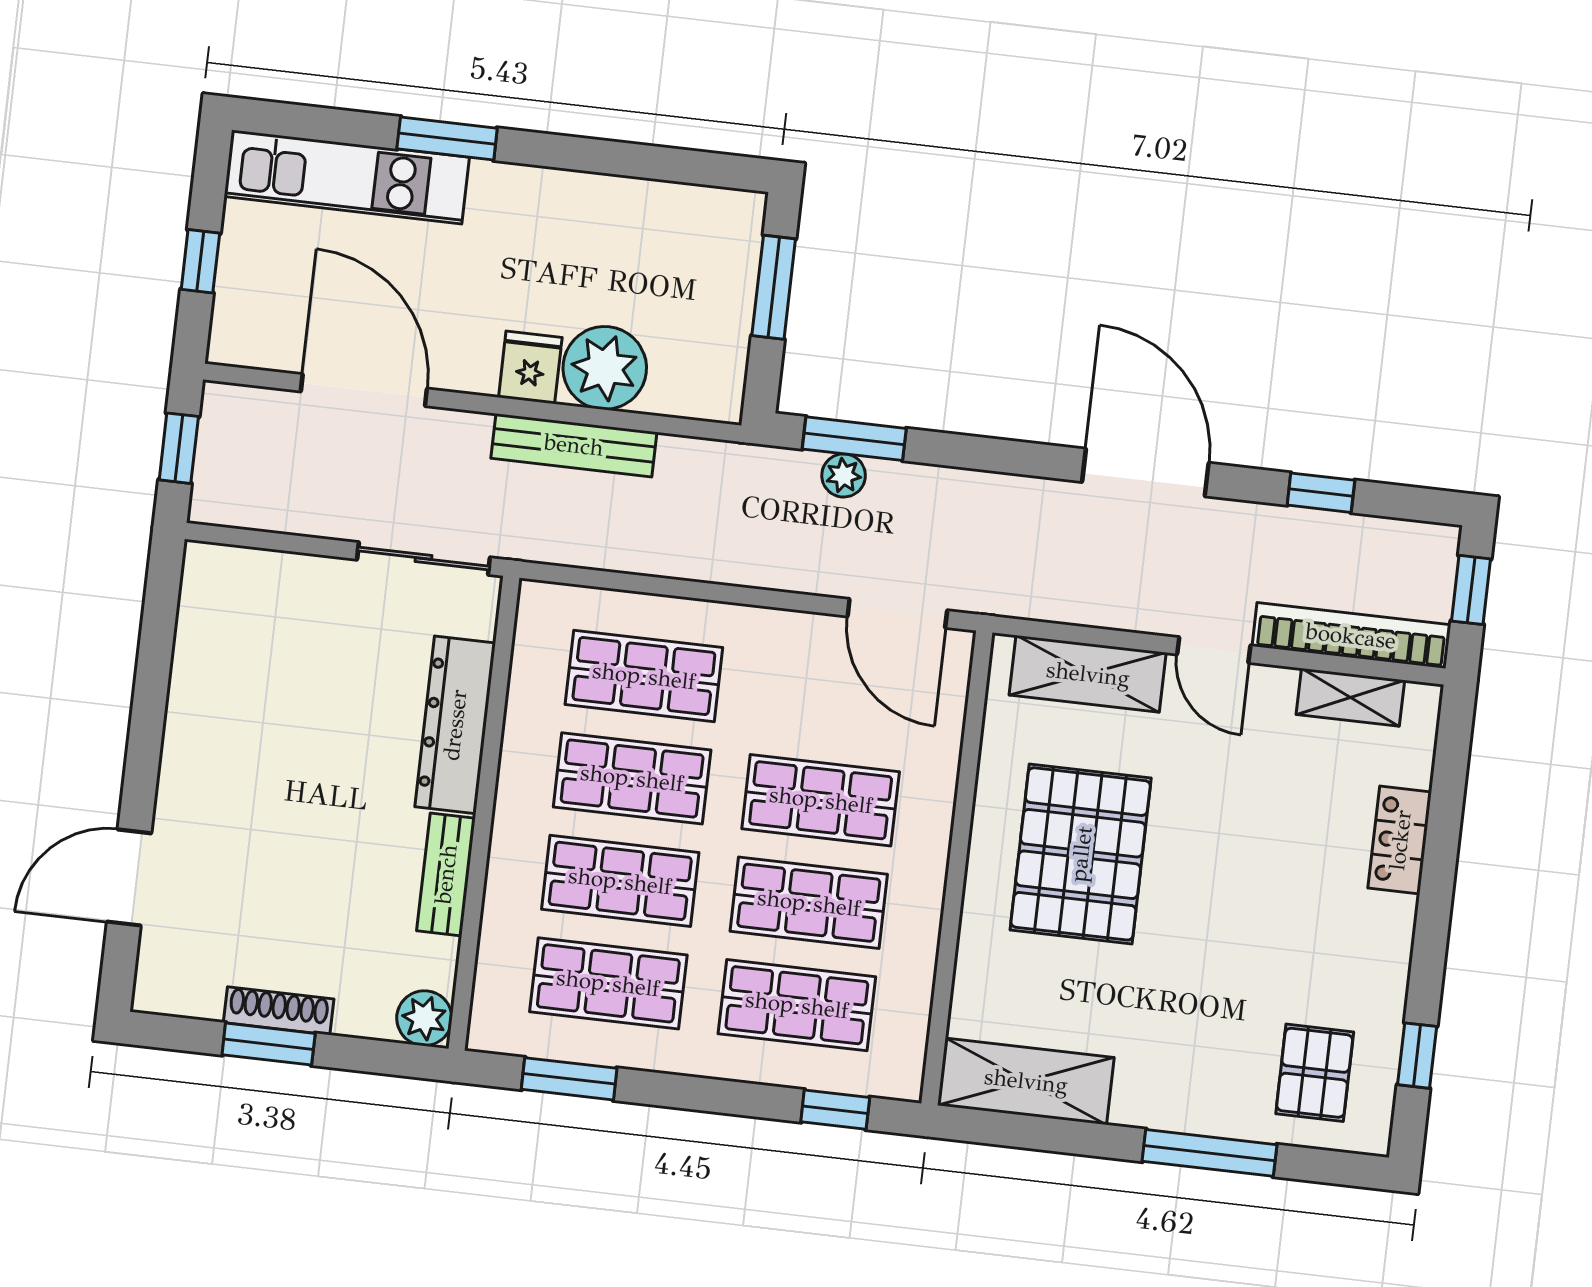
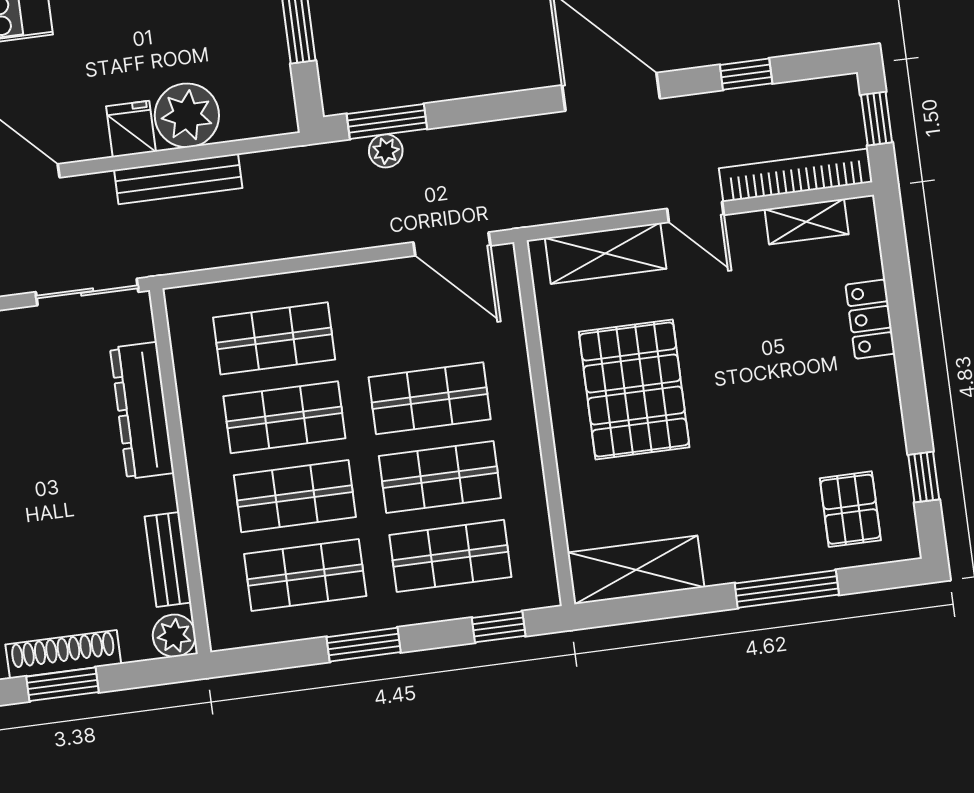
bench: (446, 874) -> (168, 560), moved
shoe rack: (279, 1011) -> (63, 654), width x1.36, depth x1.24
window: (569, 1079) -> (364, 645), moved

